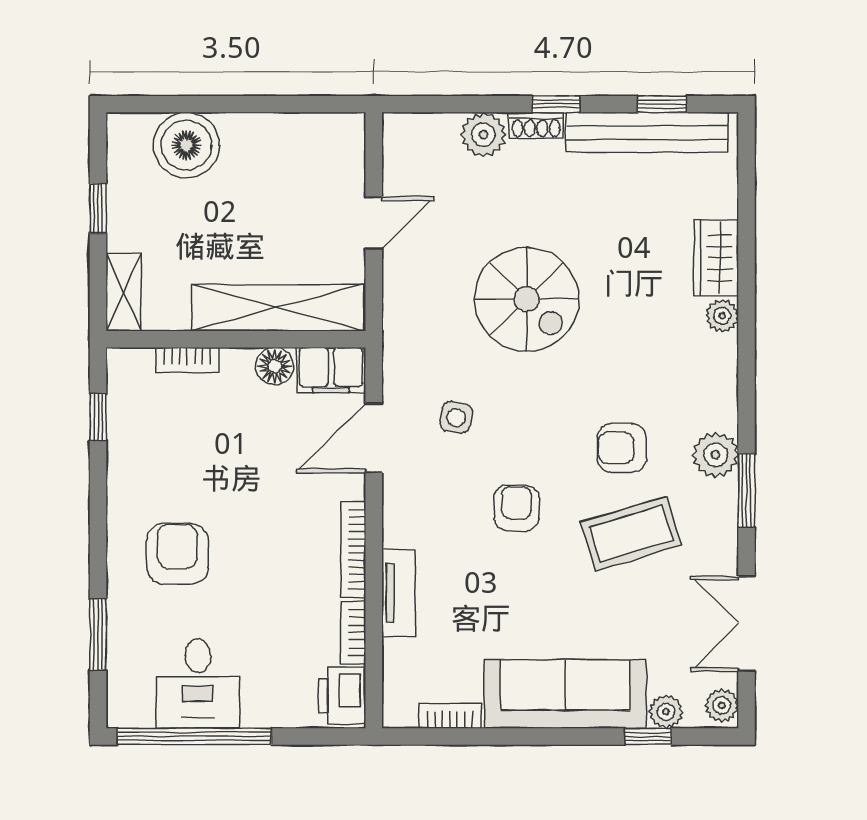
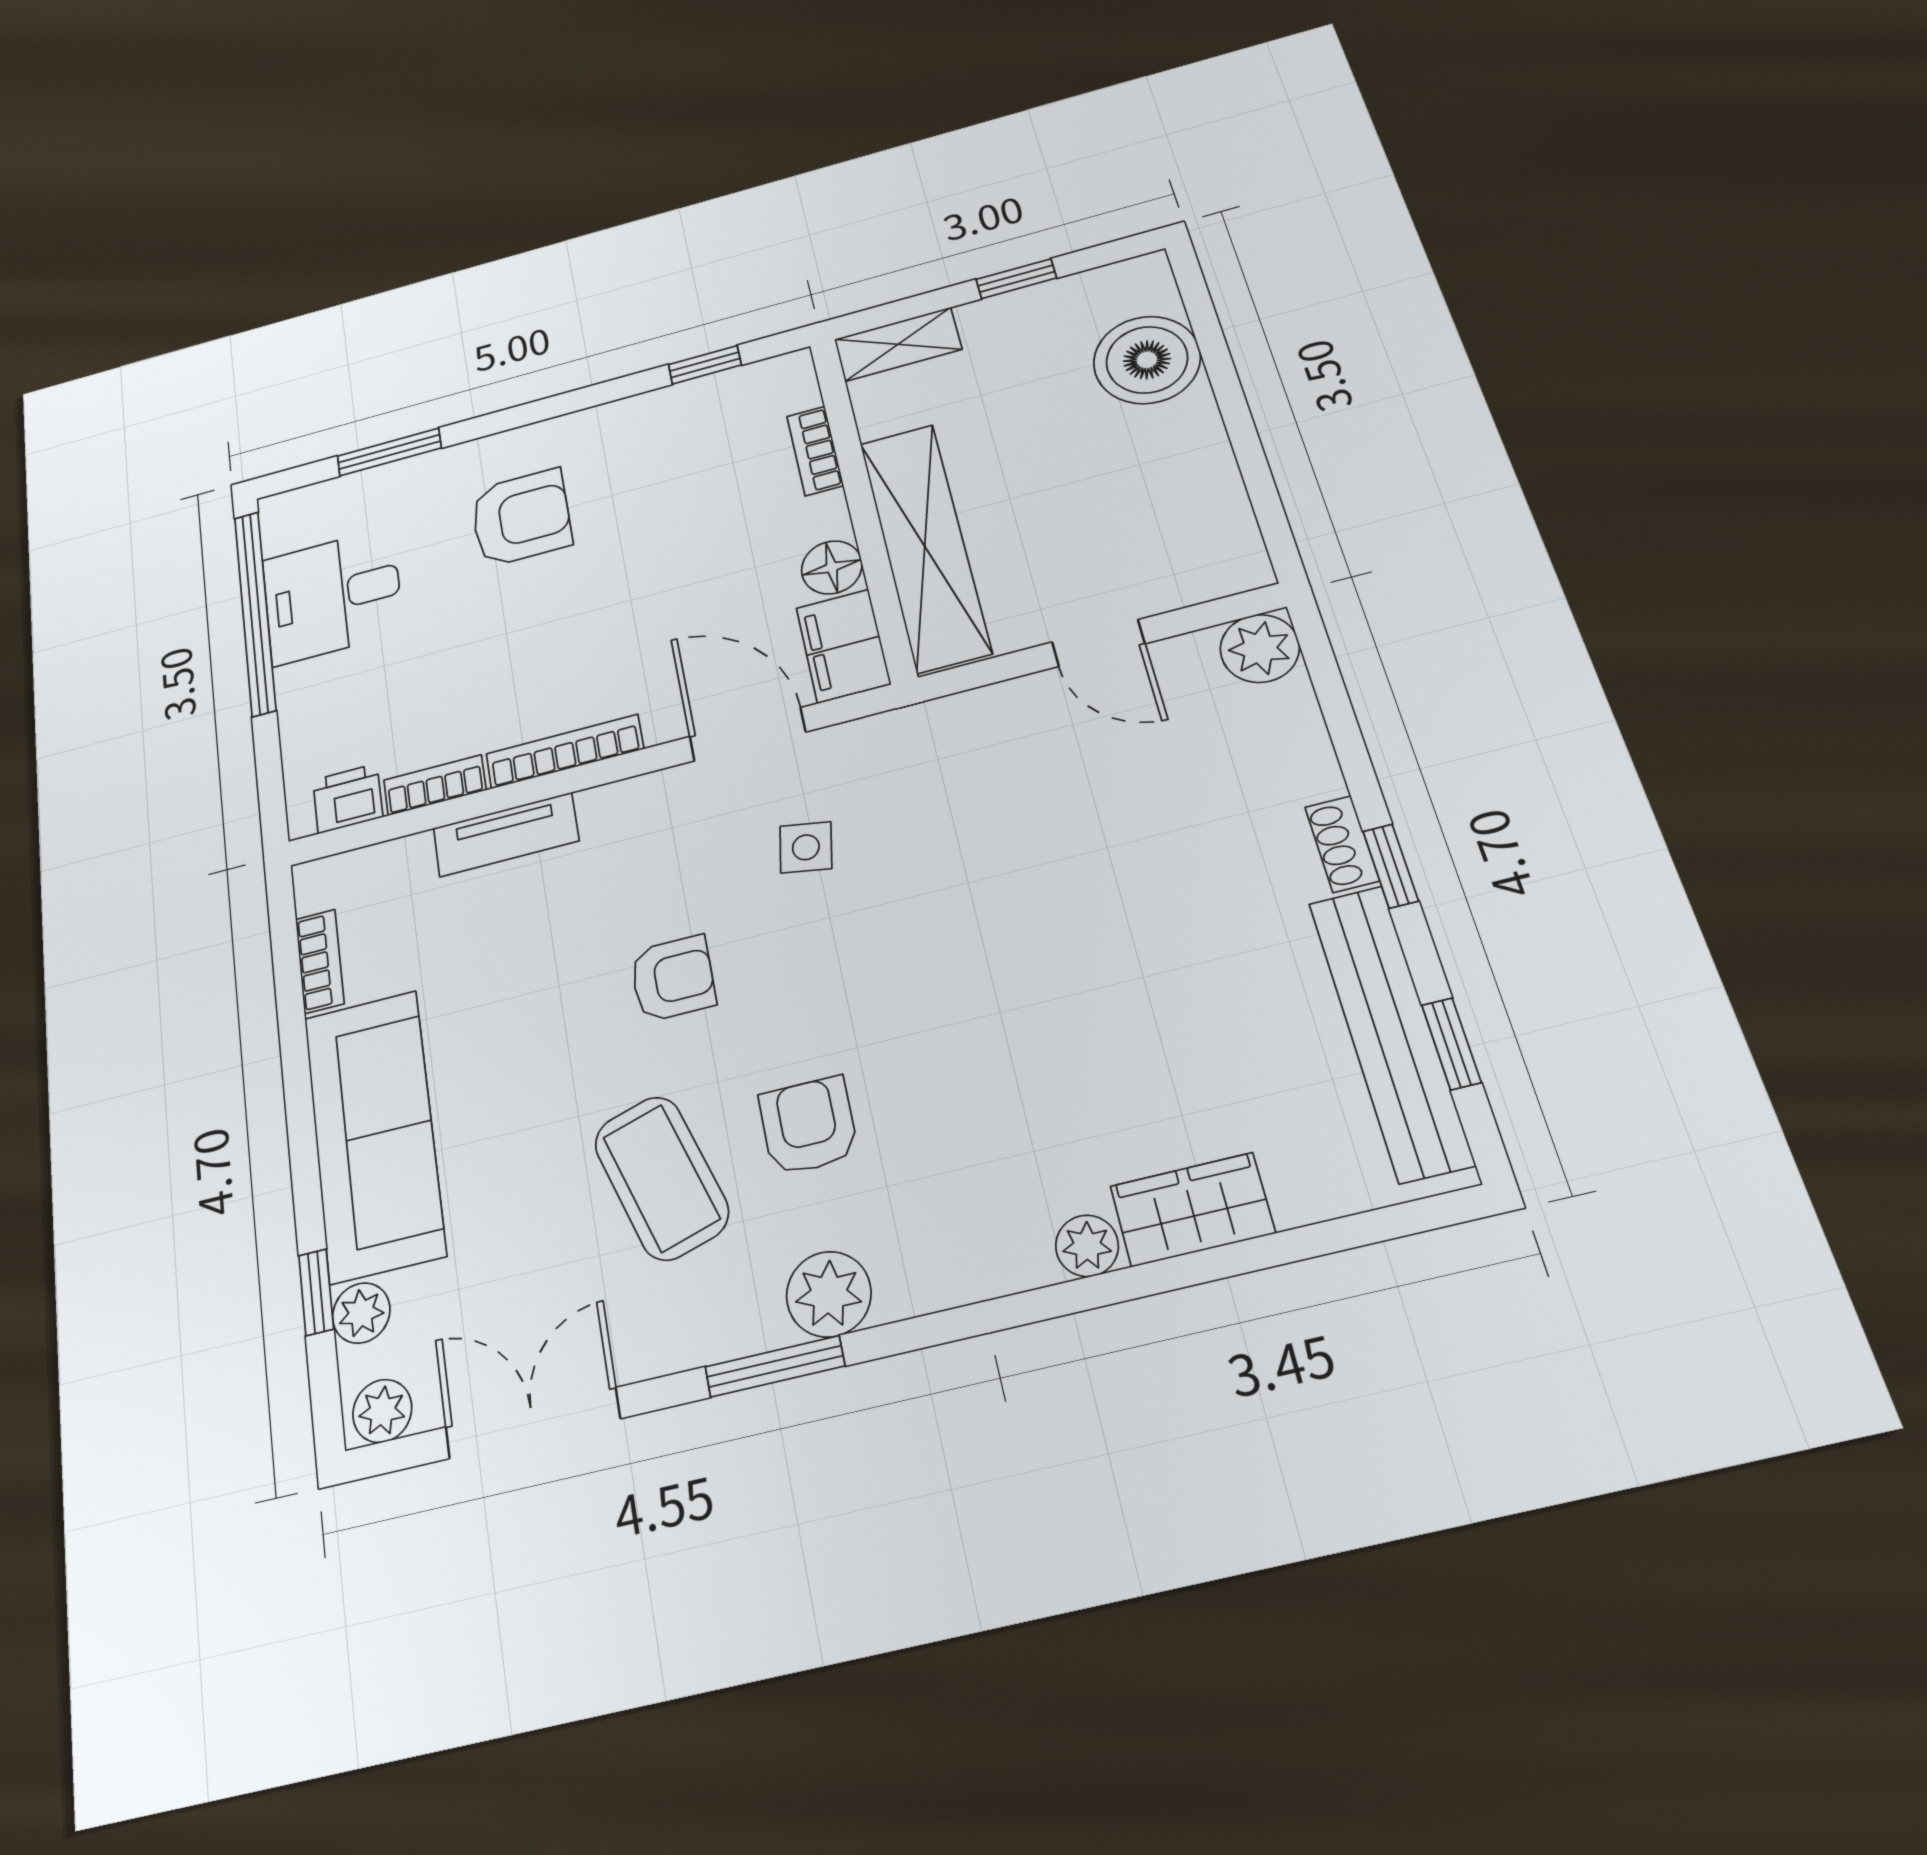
plant: (483, 135) -> (1260, 648), moved
spiral stairs: (527, 299) -> (1032, 905), removed
printer: (342, 696) -> (348, 799), width x0.73, depth x0.81

